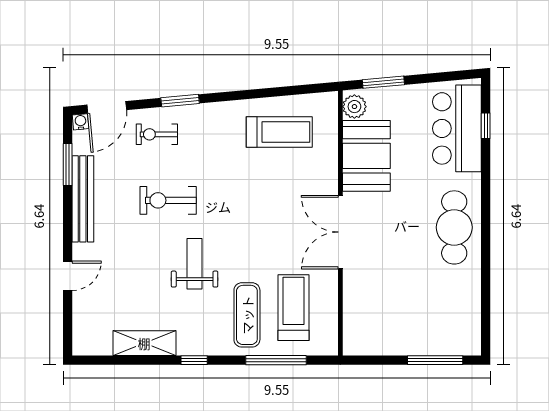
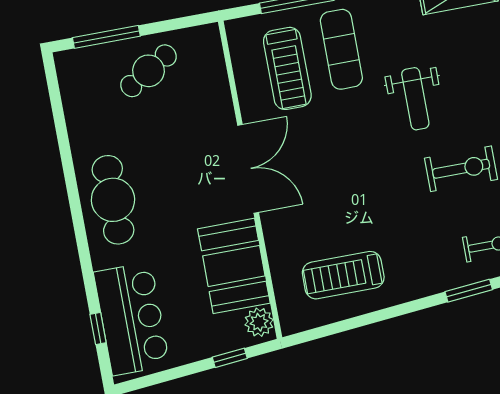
window: (383, 82) -> (230, 358), width x0.67
cafe table: (406, 326) -> (148, 71), added

